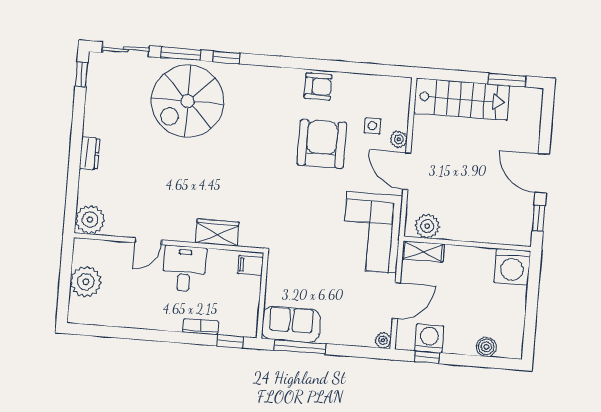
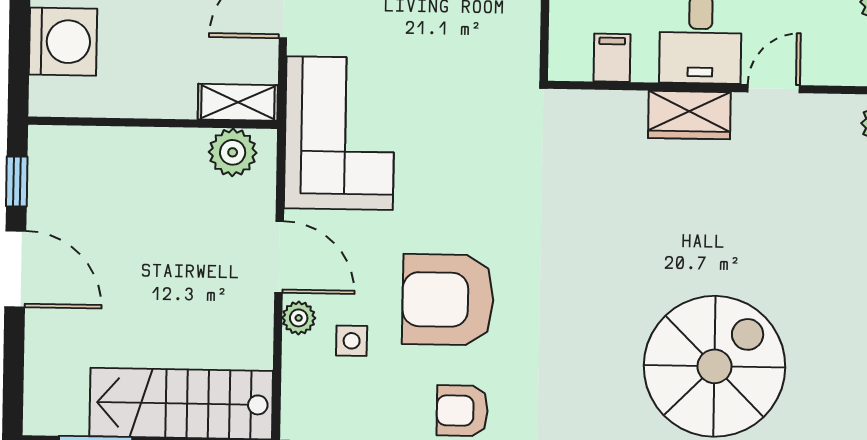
armchair: (322, 144) -> (448, 300), turned 90
wardrobe: (217, 232) -> (689, 115), moved
filing cabinet: (250, 265) -> (612, 58), moved, turned -90
washing machine: (512, 267) -> (63, 42), moved, turned 90

